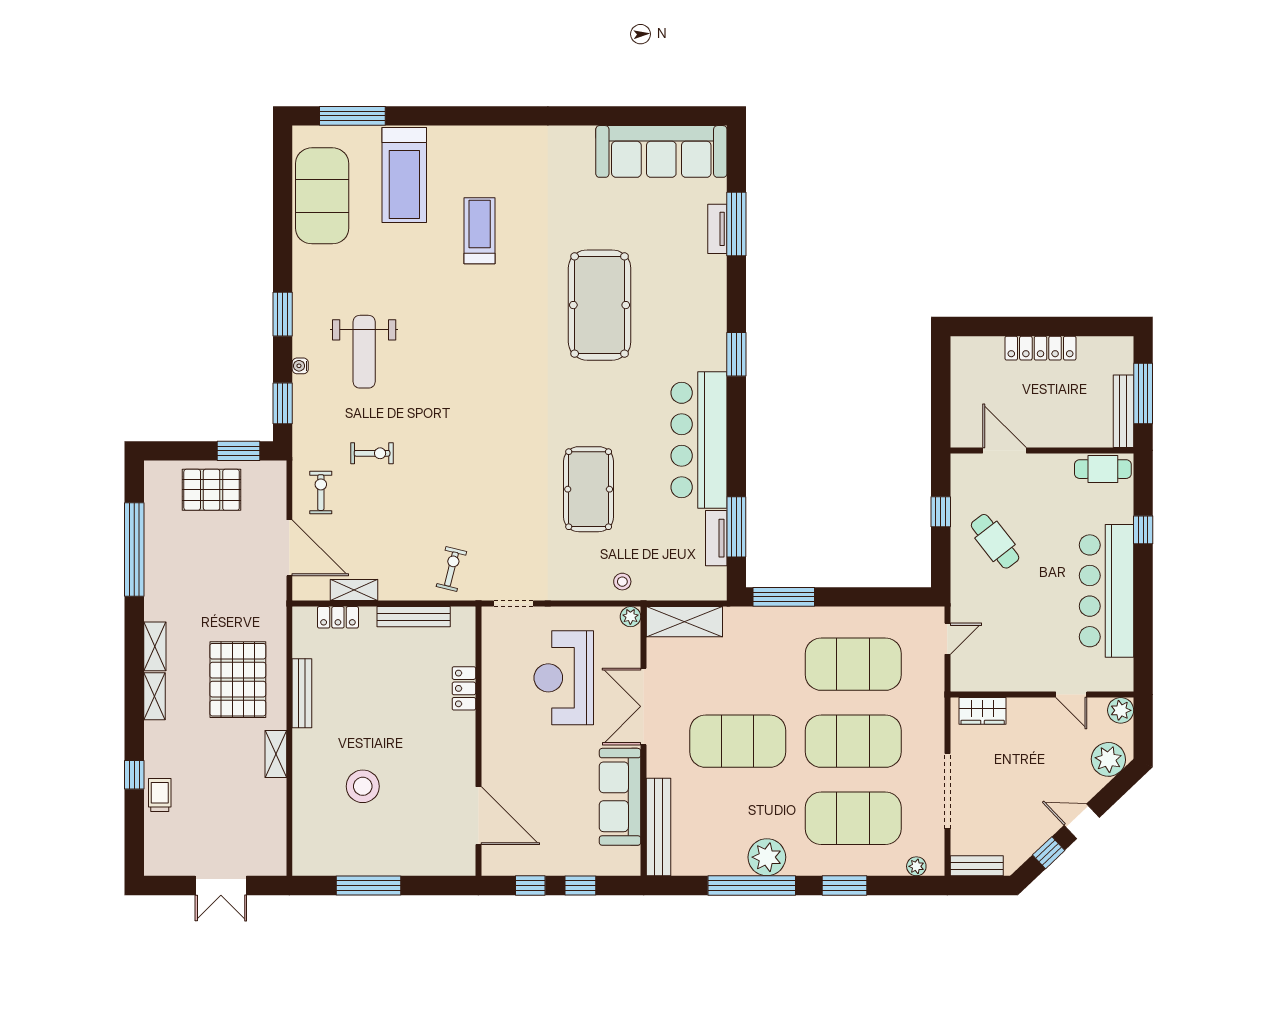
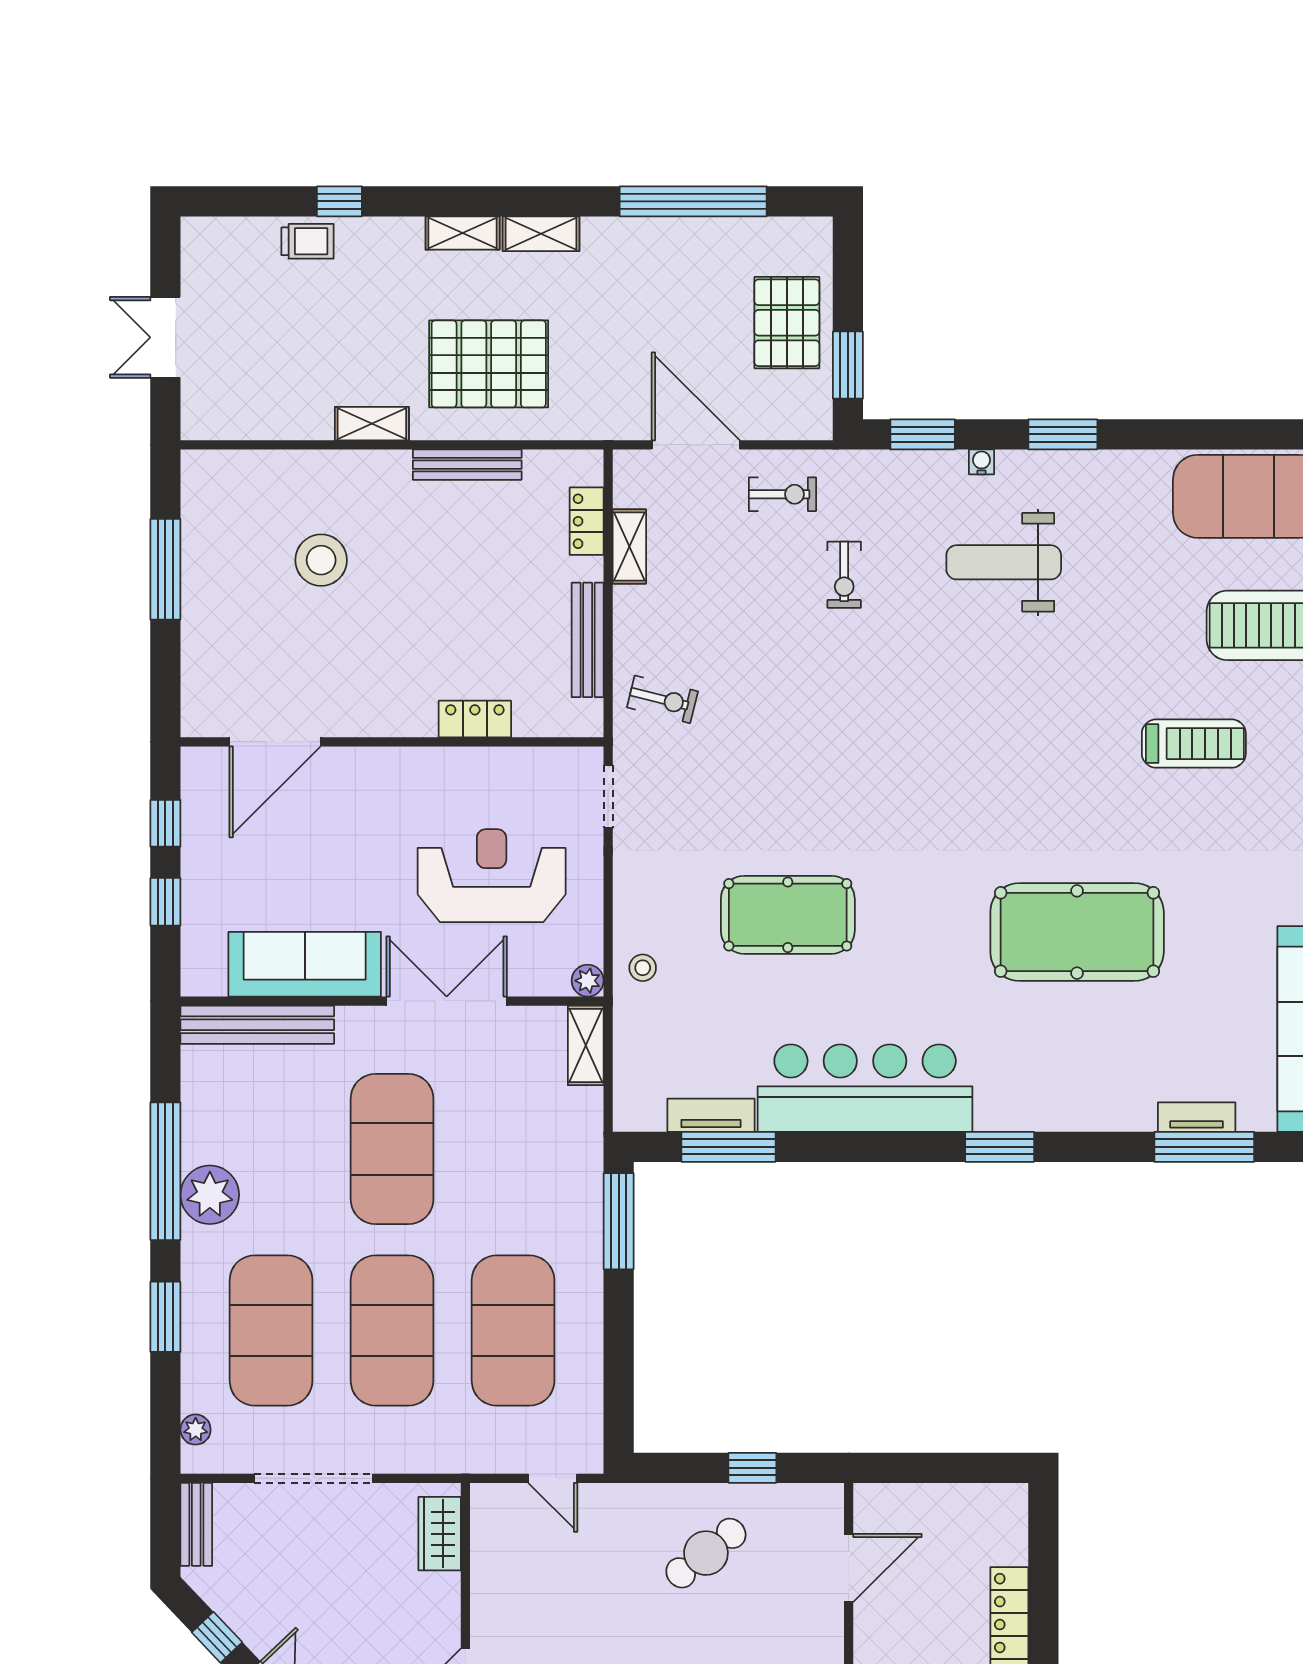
door: (289, 548) -> (696, 445), swing flipped
shelving: (684, 622) -> (586, 1045), width x0.67, depth x0.75

